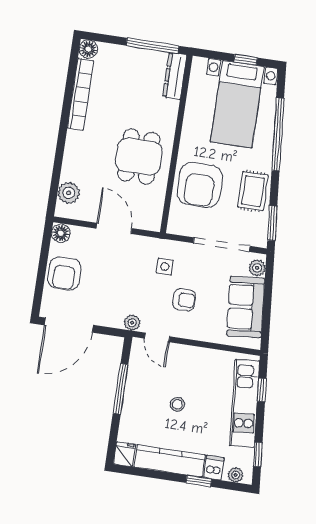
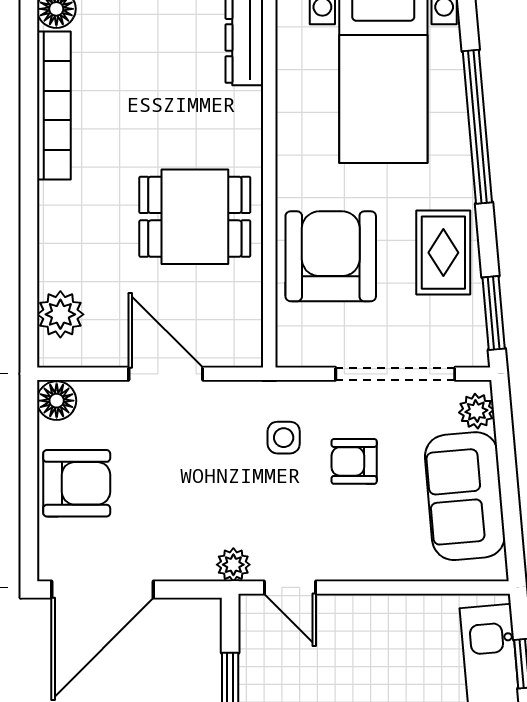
dining table: (139, 157) -> (195, 217), turned 90
armchair: (200, 185) -> (331, 256), turned 180
armchair: (64, 273) -> (77, 483), turned -90
armchair: (184, 300) -> (354, 461), moved, turned 180

